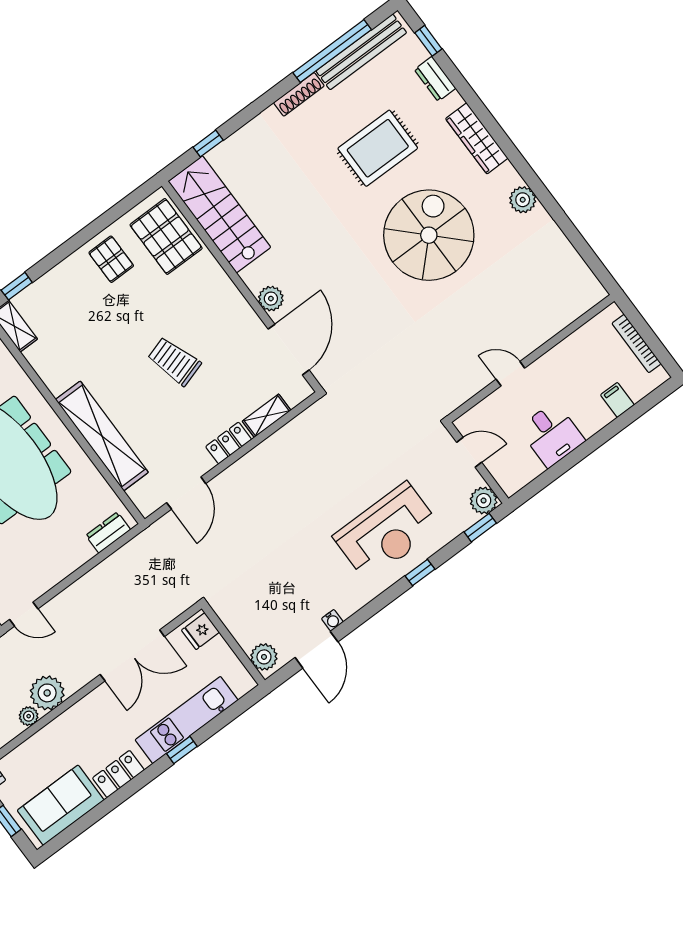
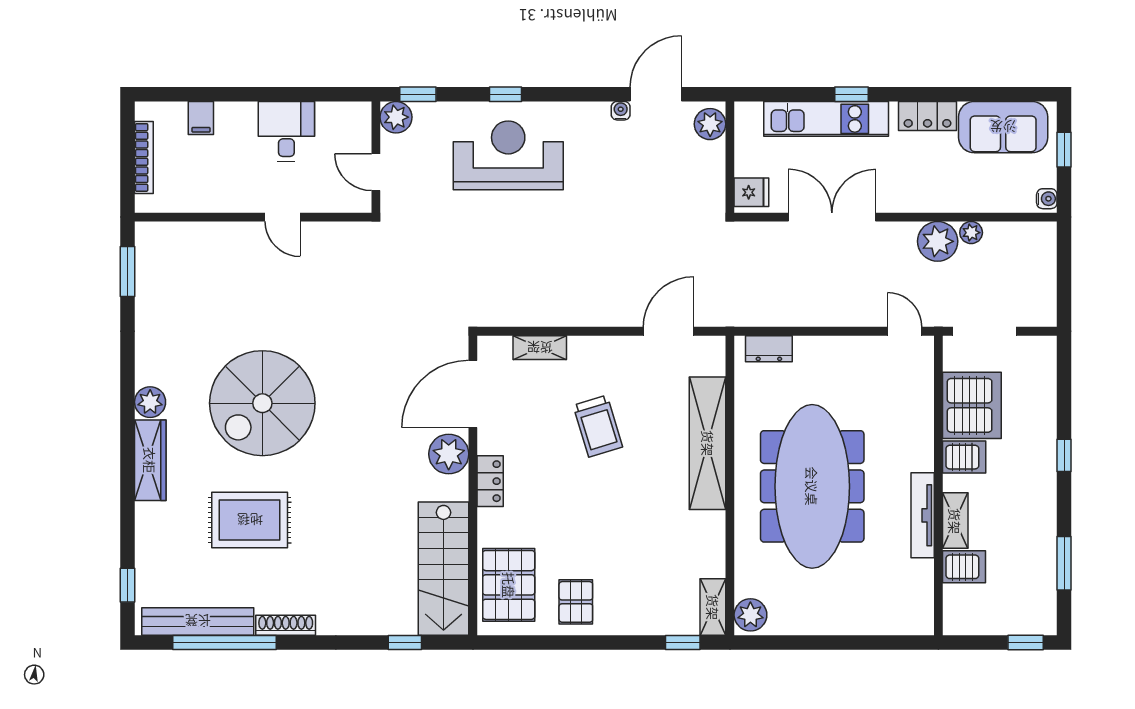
dresser: (435, 79) -> (148, 545), removed
plant: (523, 200) -> (150, 402), moved
window: (589, 257) -> (127, 271), added
plant: (271, 299) -> (449, 454), width x1.36, depth x1.36
trolley: (174, 361) -> (598, 426), moved
locker: (229, 443) -> (490, 481), moved, turned -90

